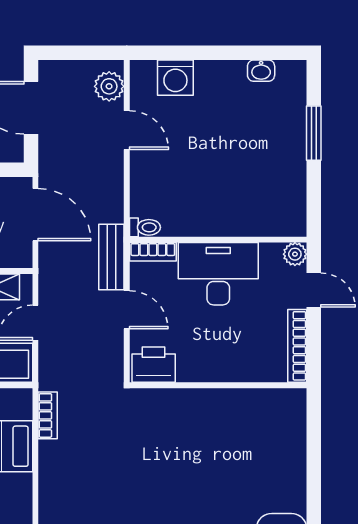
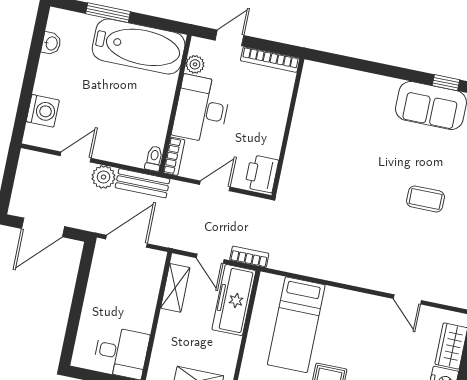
plant: (109, 86) -> (103, 177), moved
bathtub: (280, 180) -> (139, 46), added
plant: (295, 254) -> (195, 64), moved
bench: (111, 257) -> (142, 183), moved
bookcase: (48, 415) -> (249, 257), moved

